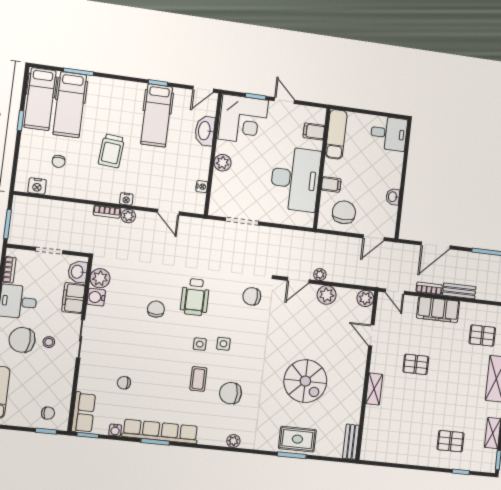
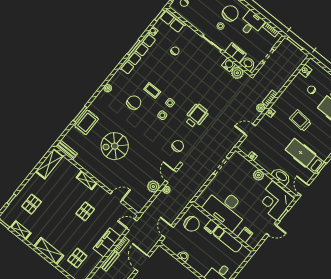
exam couch: (336, 134) -> (227, 239), moved
wheelchair: (195, 297) -> (196, 116), turned 90
plant: (365, 298) -> (138, 206), removed
chair: (156, 309) -> (203, 92), removed
shelving: (383, 453) -> (49, 164), added

